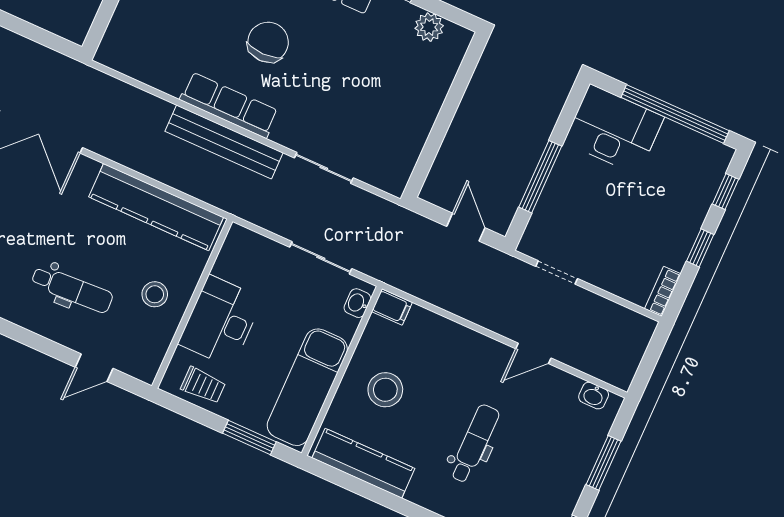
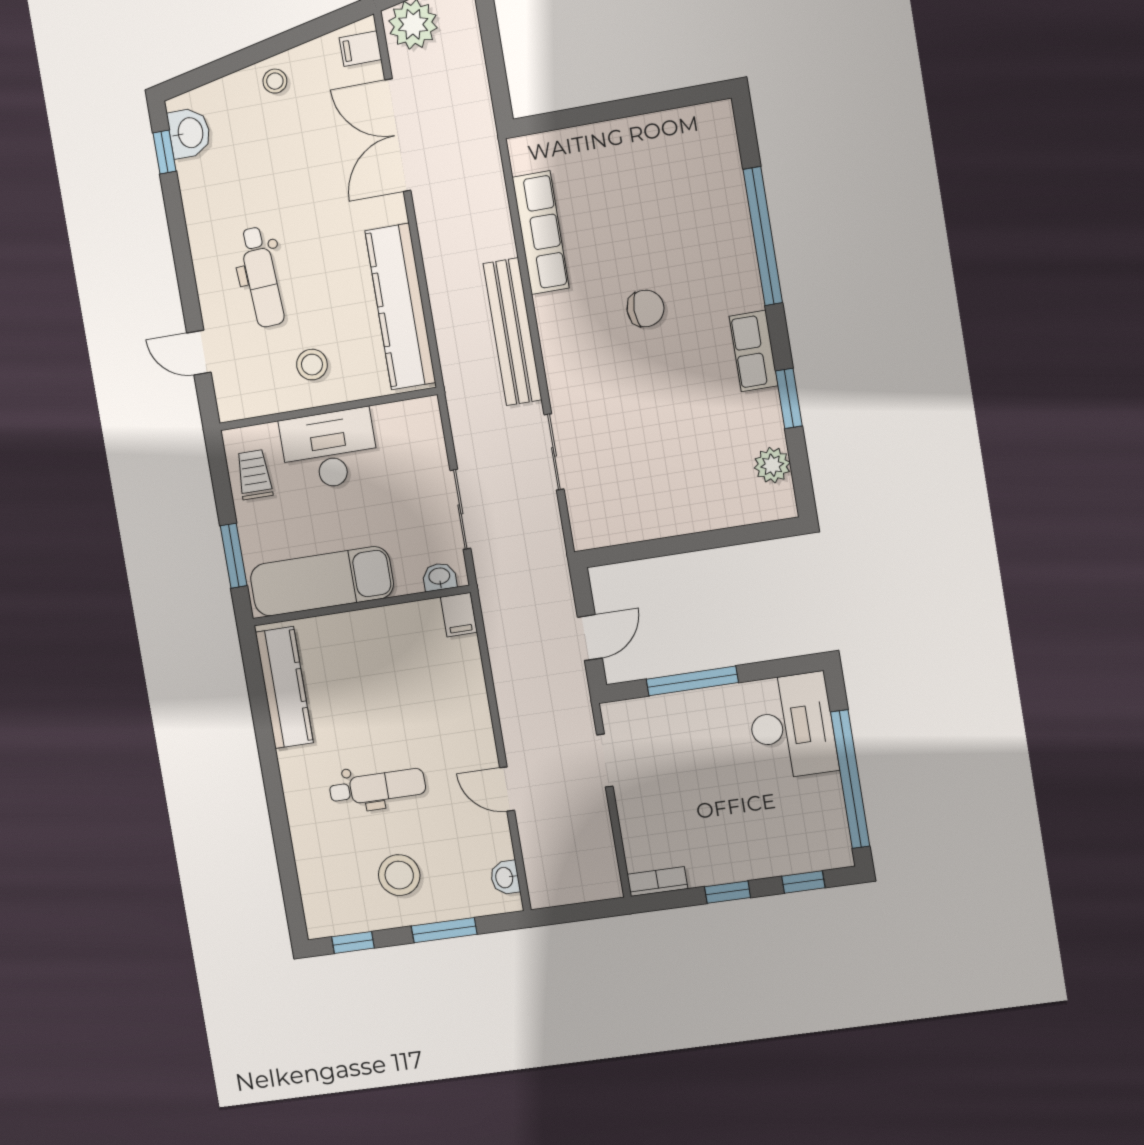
chair: (268, 42) -> (645, 308), width x0.73, depth x0.73
row of seats: (229, 105) -> (541, 233), moved
trolley: (203, 385) -> (254, 475), turned 180
stool: (385, 390) -> (399, 875), moved

